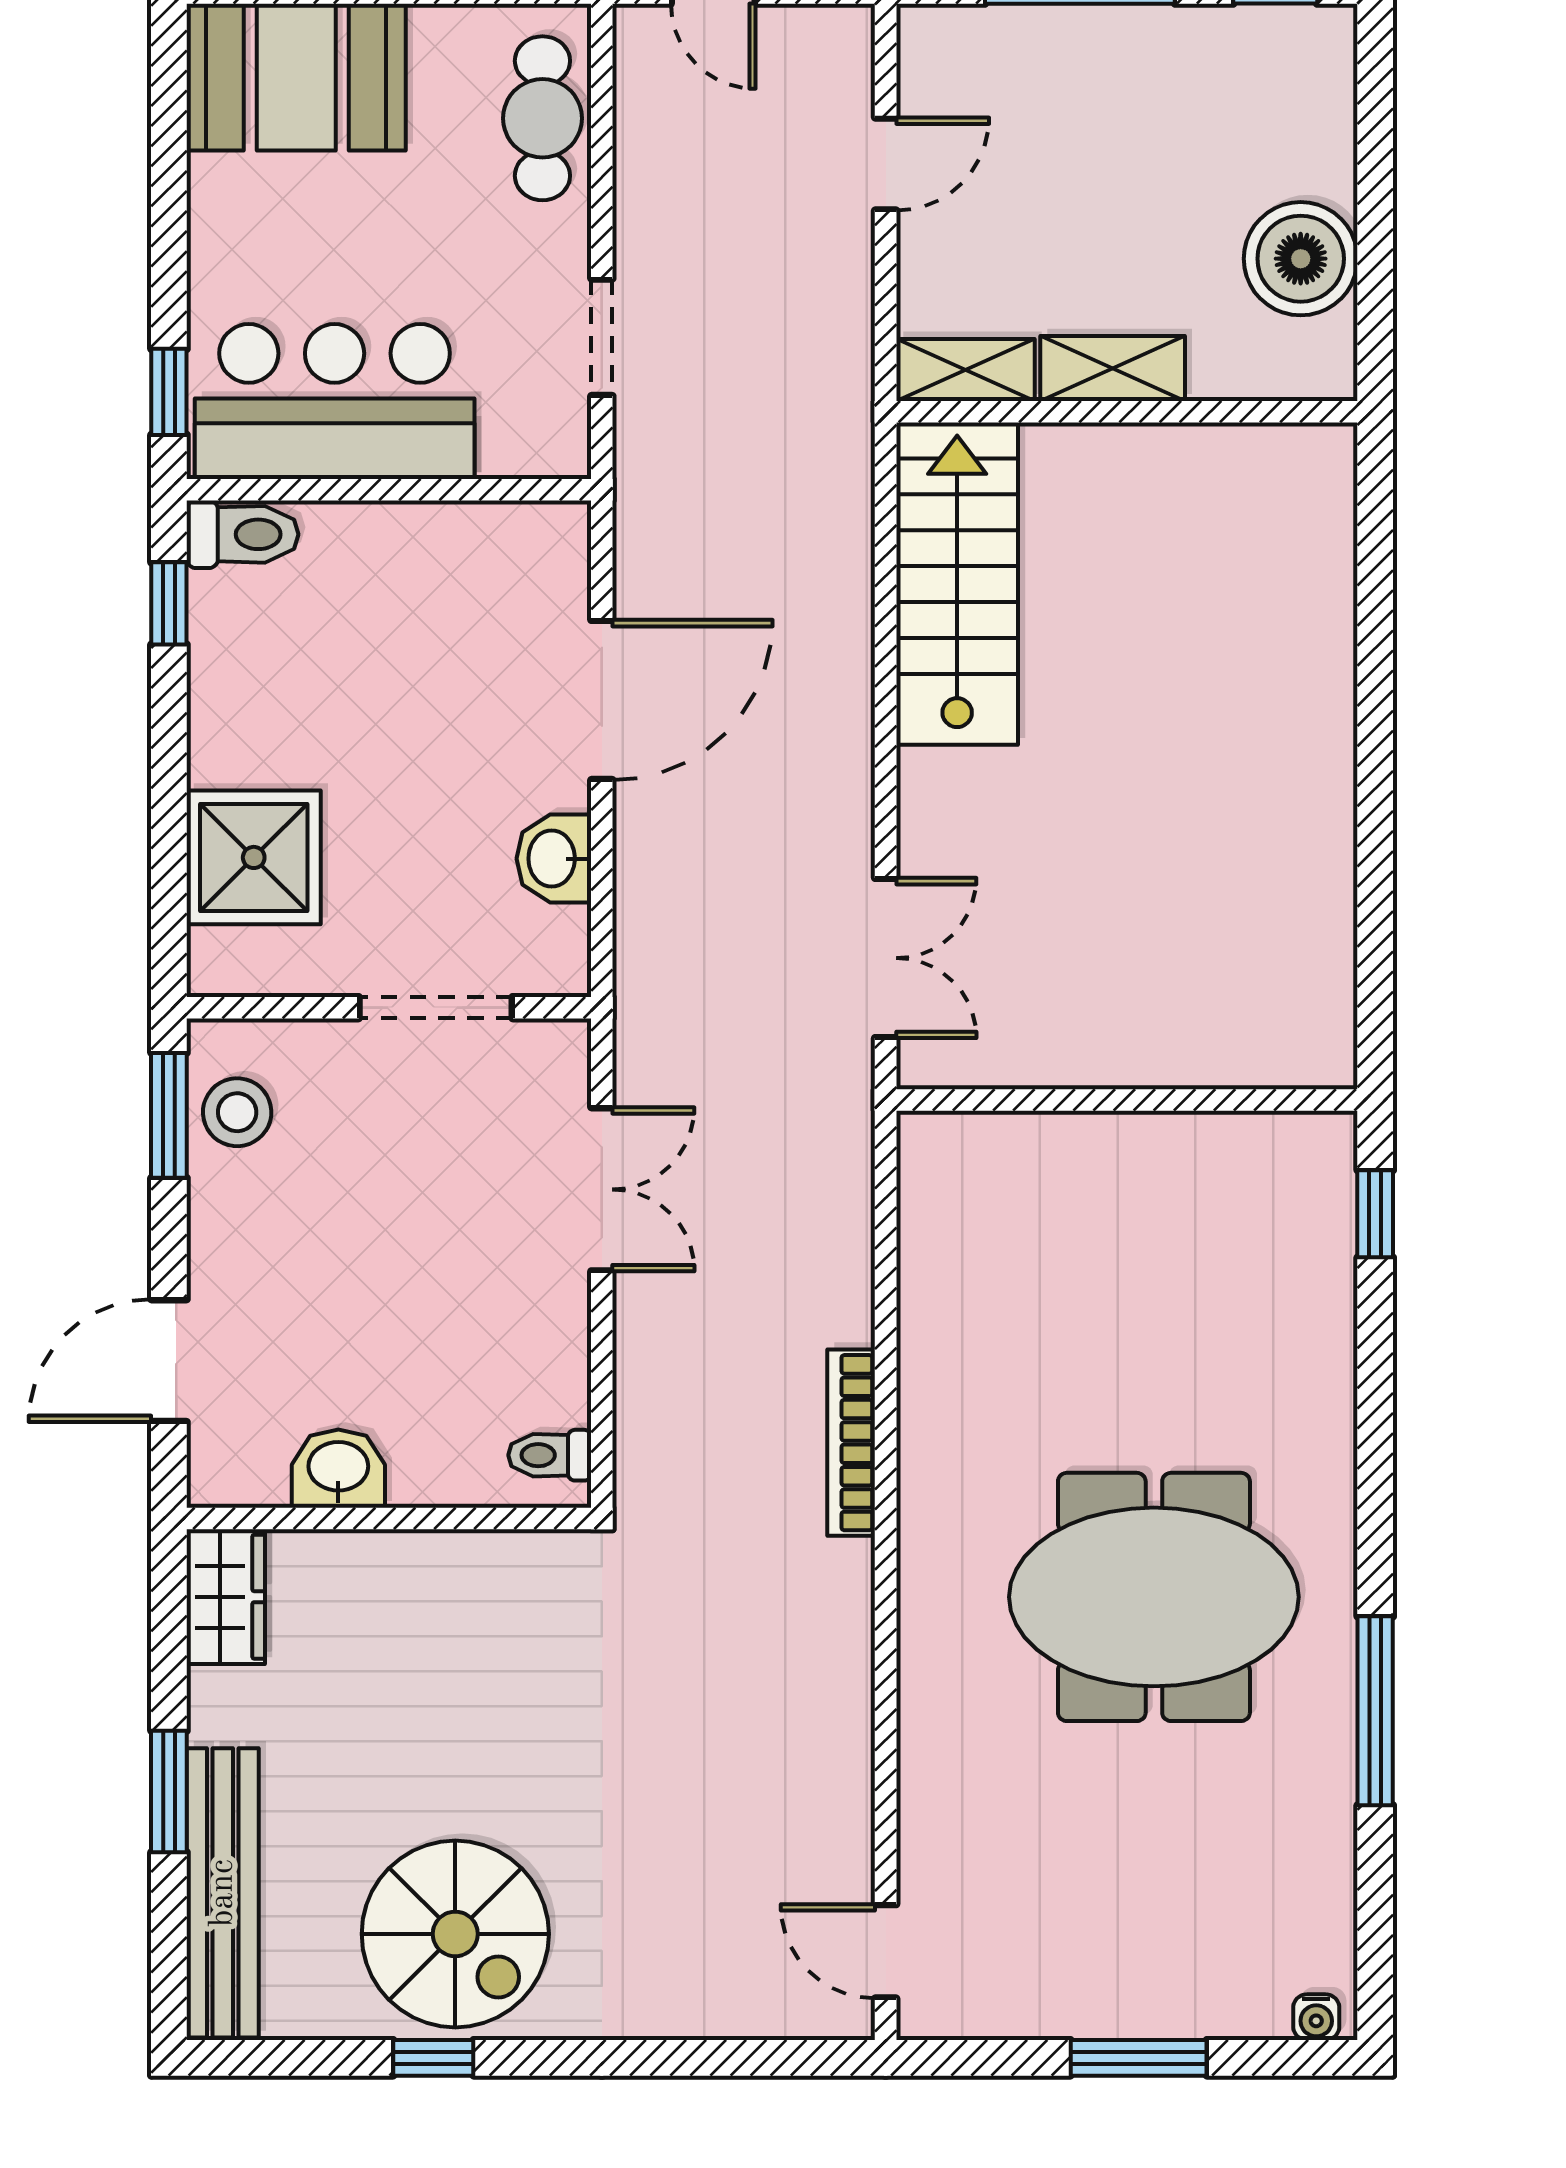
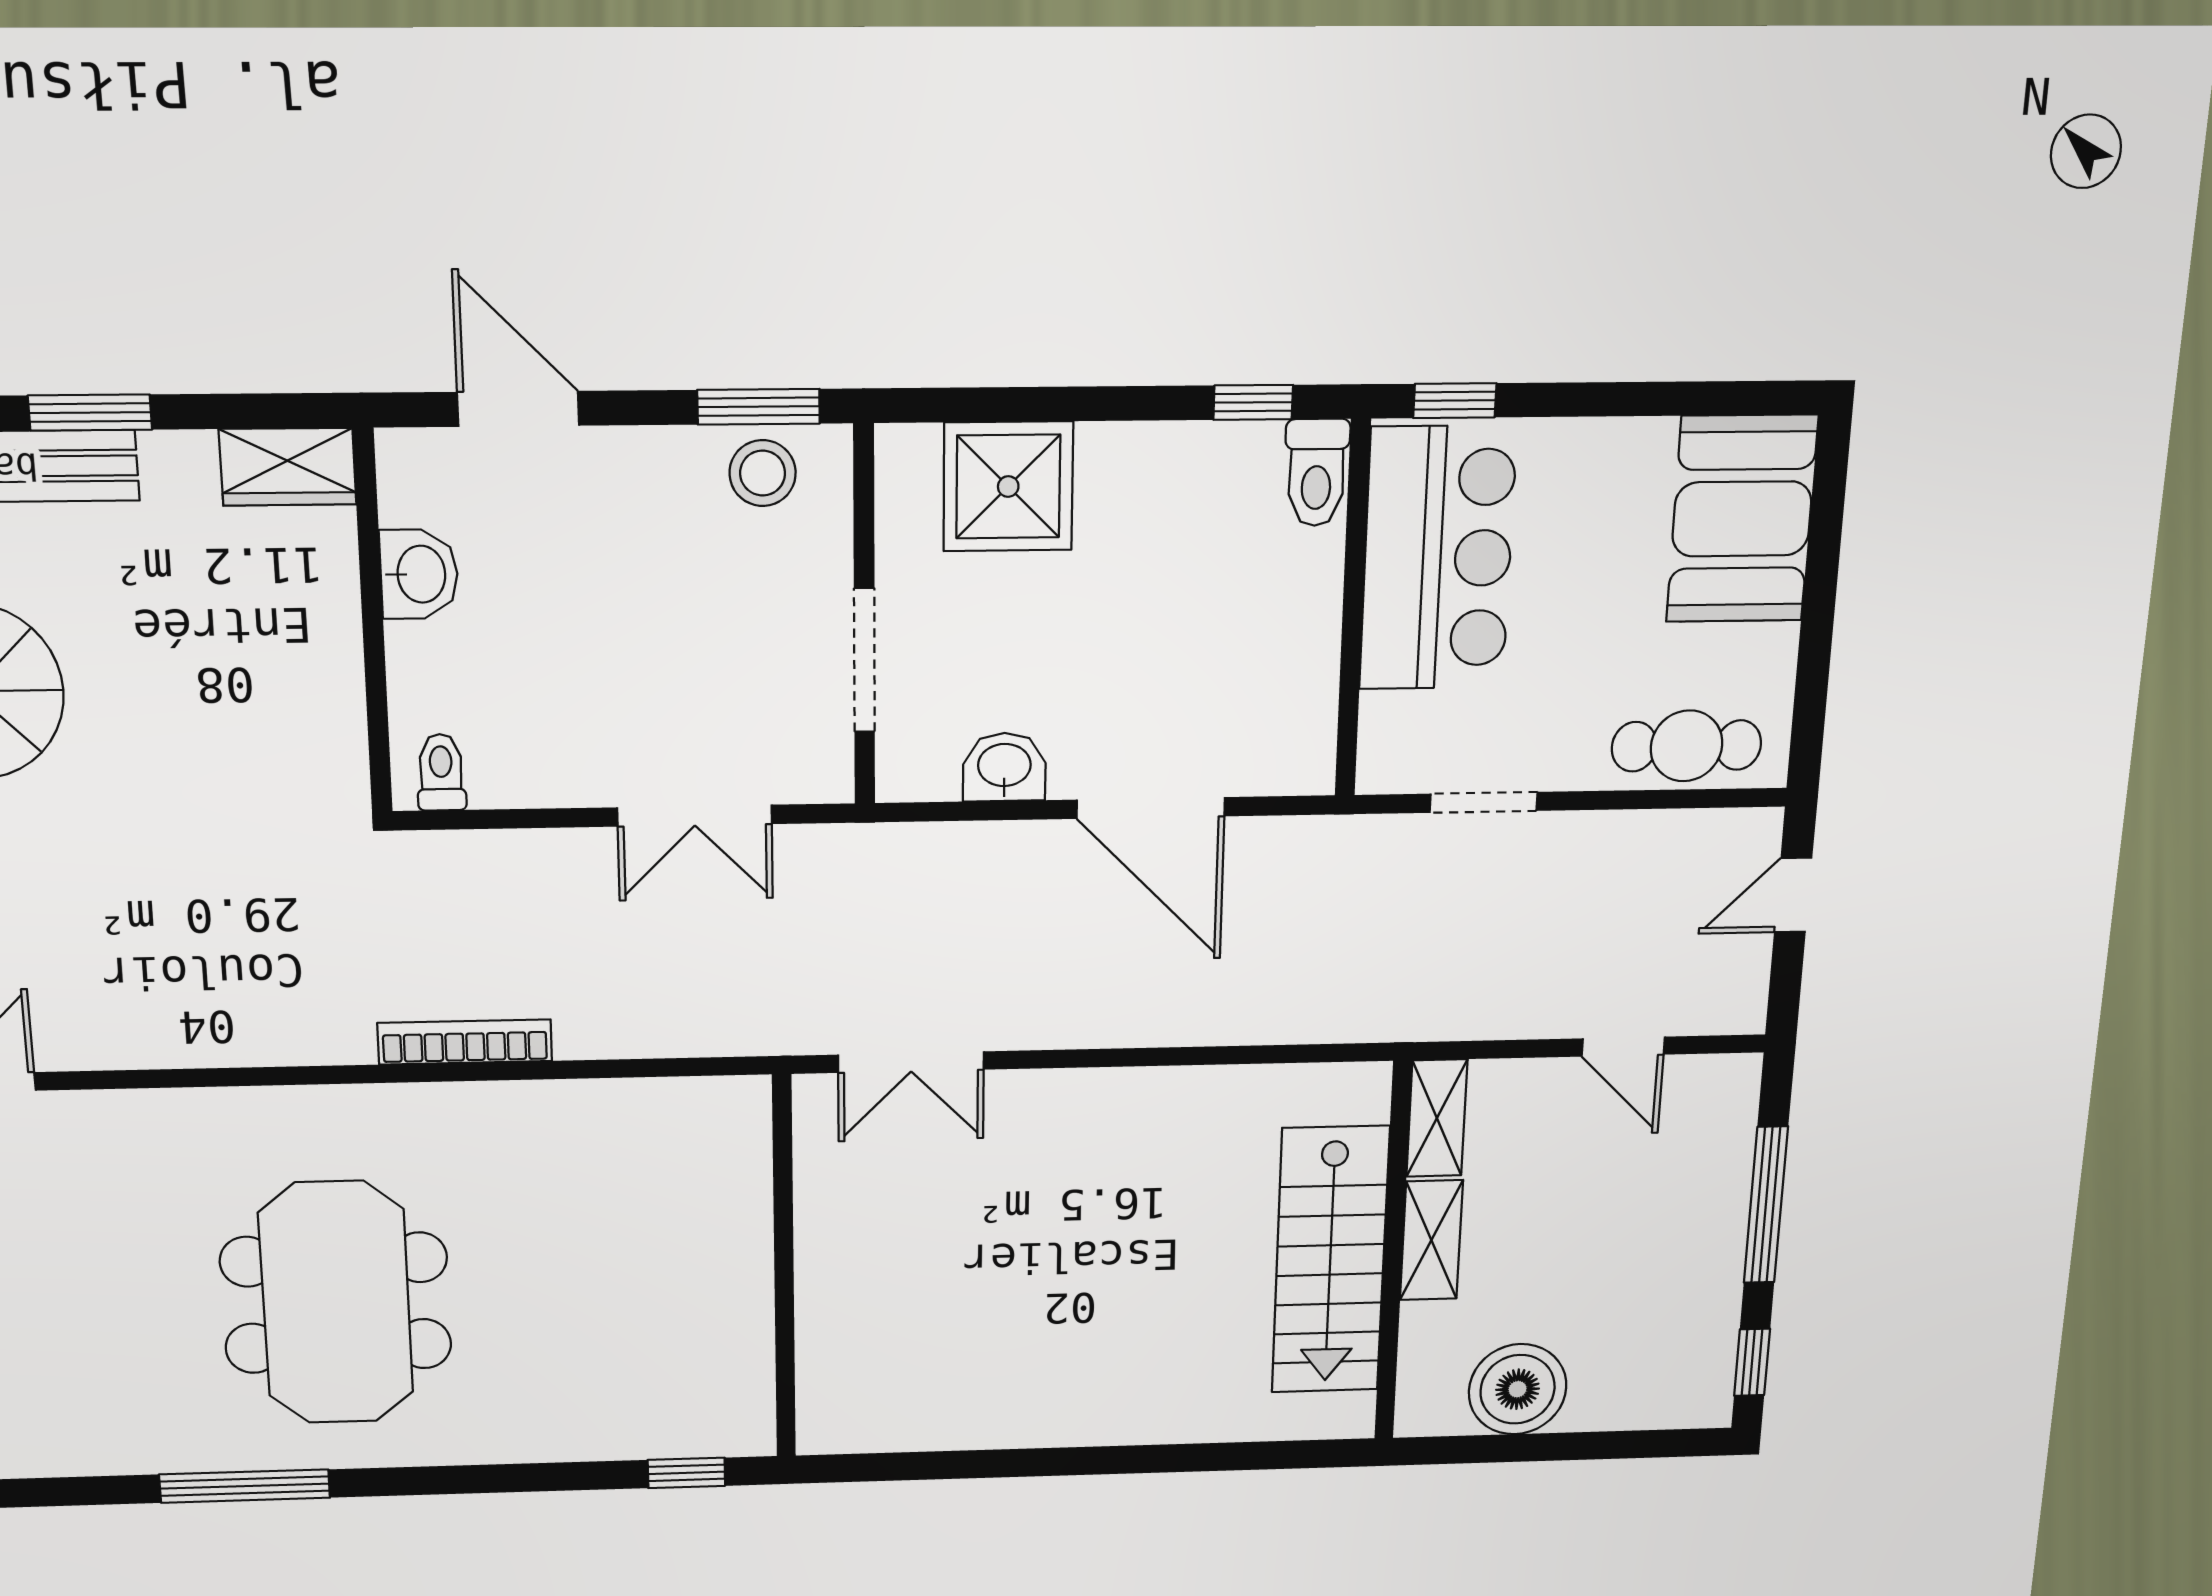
stairs: (957, 584) -> (1330, 1260), moved, turned 90

